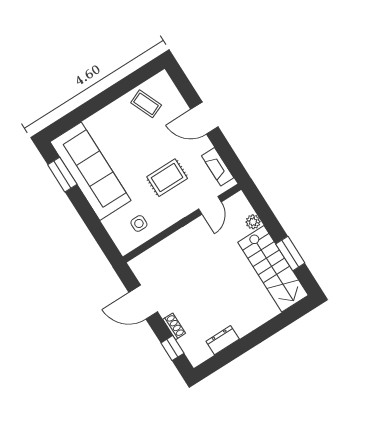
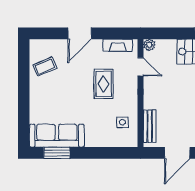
sofa: (91, 171) -> (57, 136), width x0.74, depth x0.79
plant: (253, 222) -> (149, 45), moved
bench: (153, 255) -> (150, 126), added

